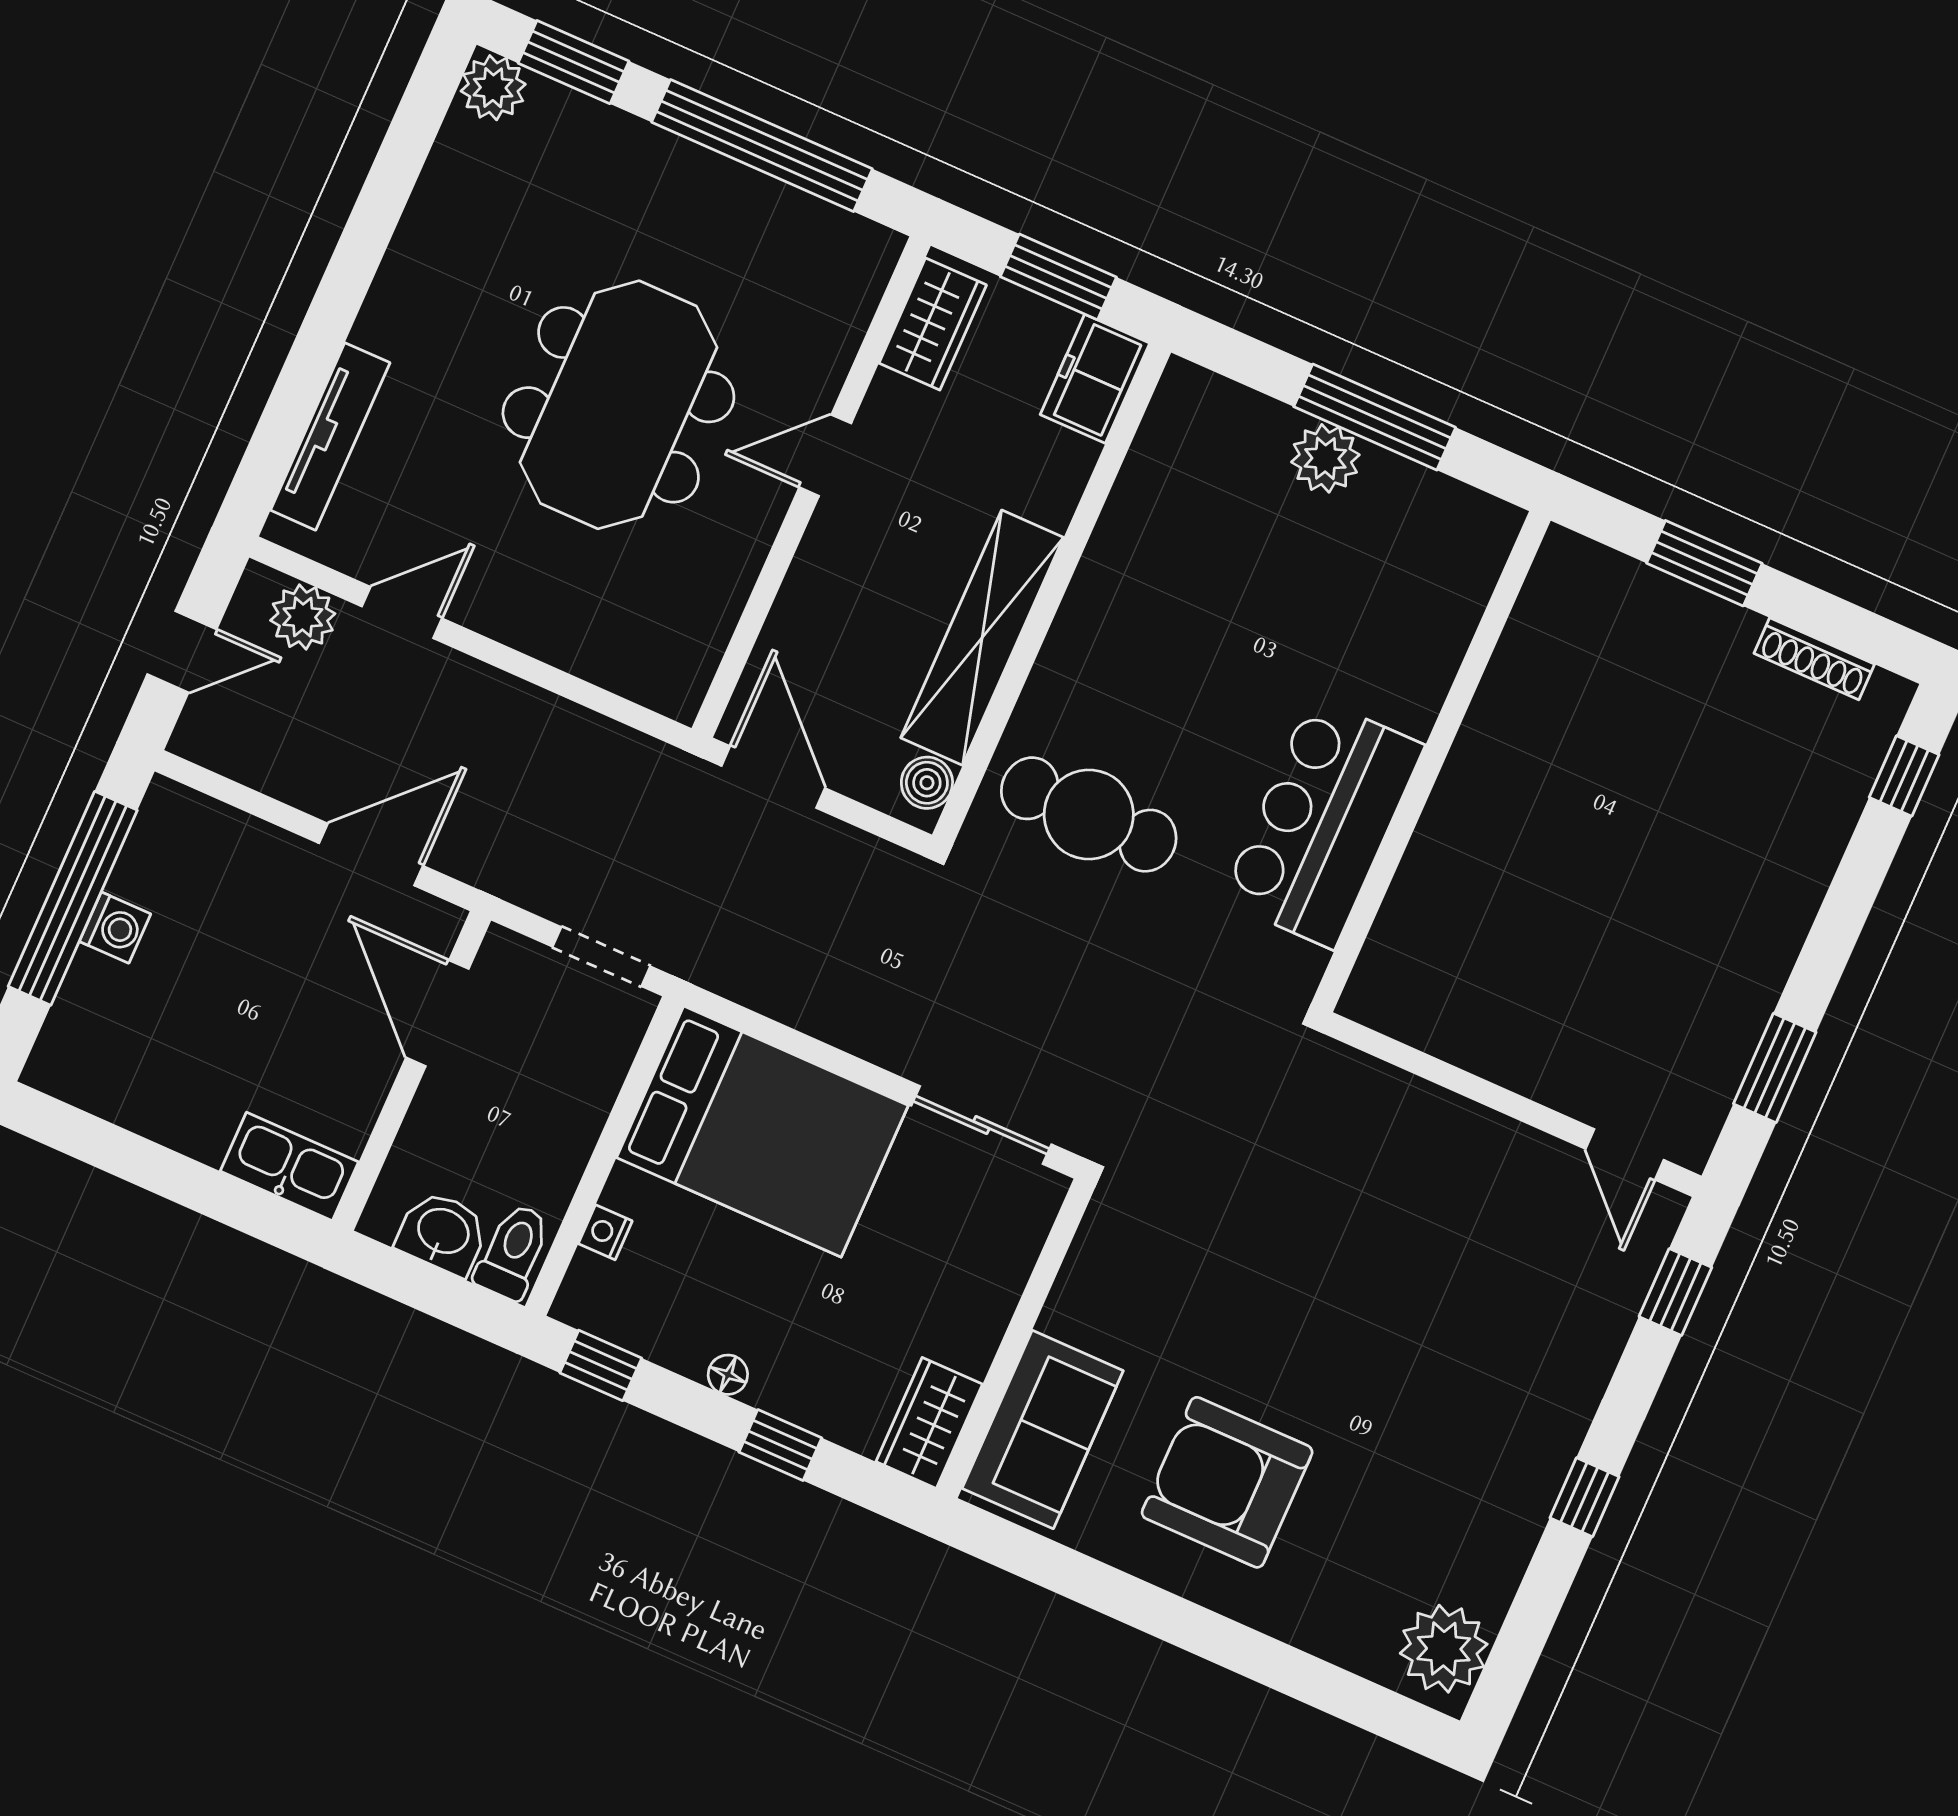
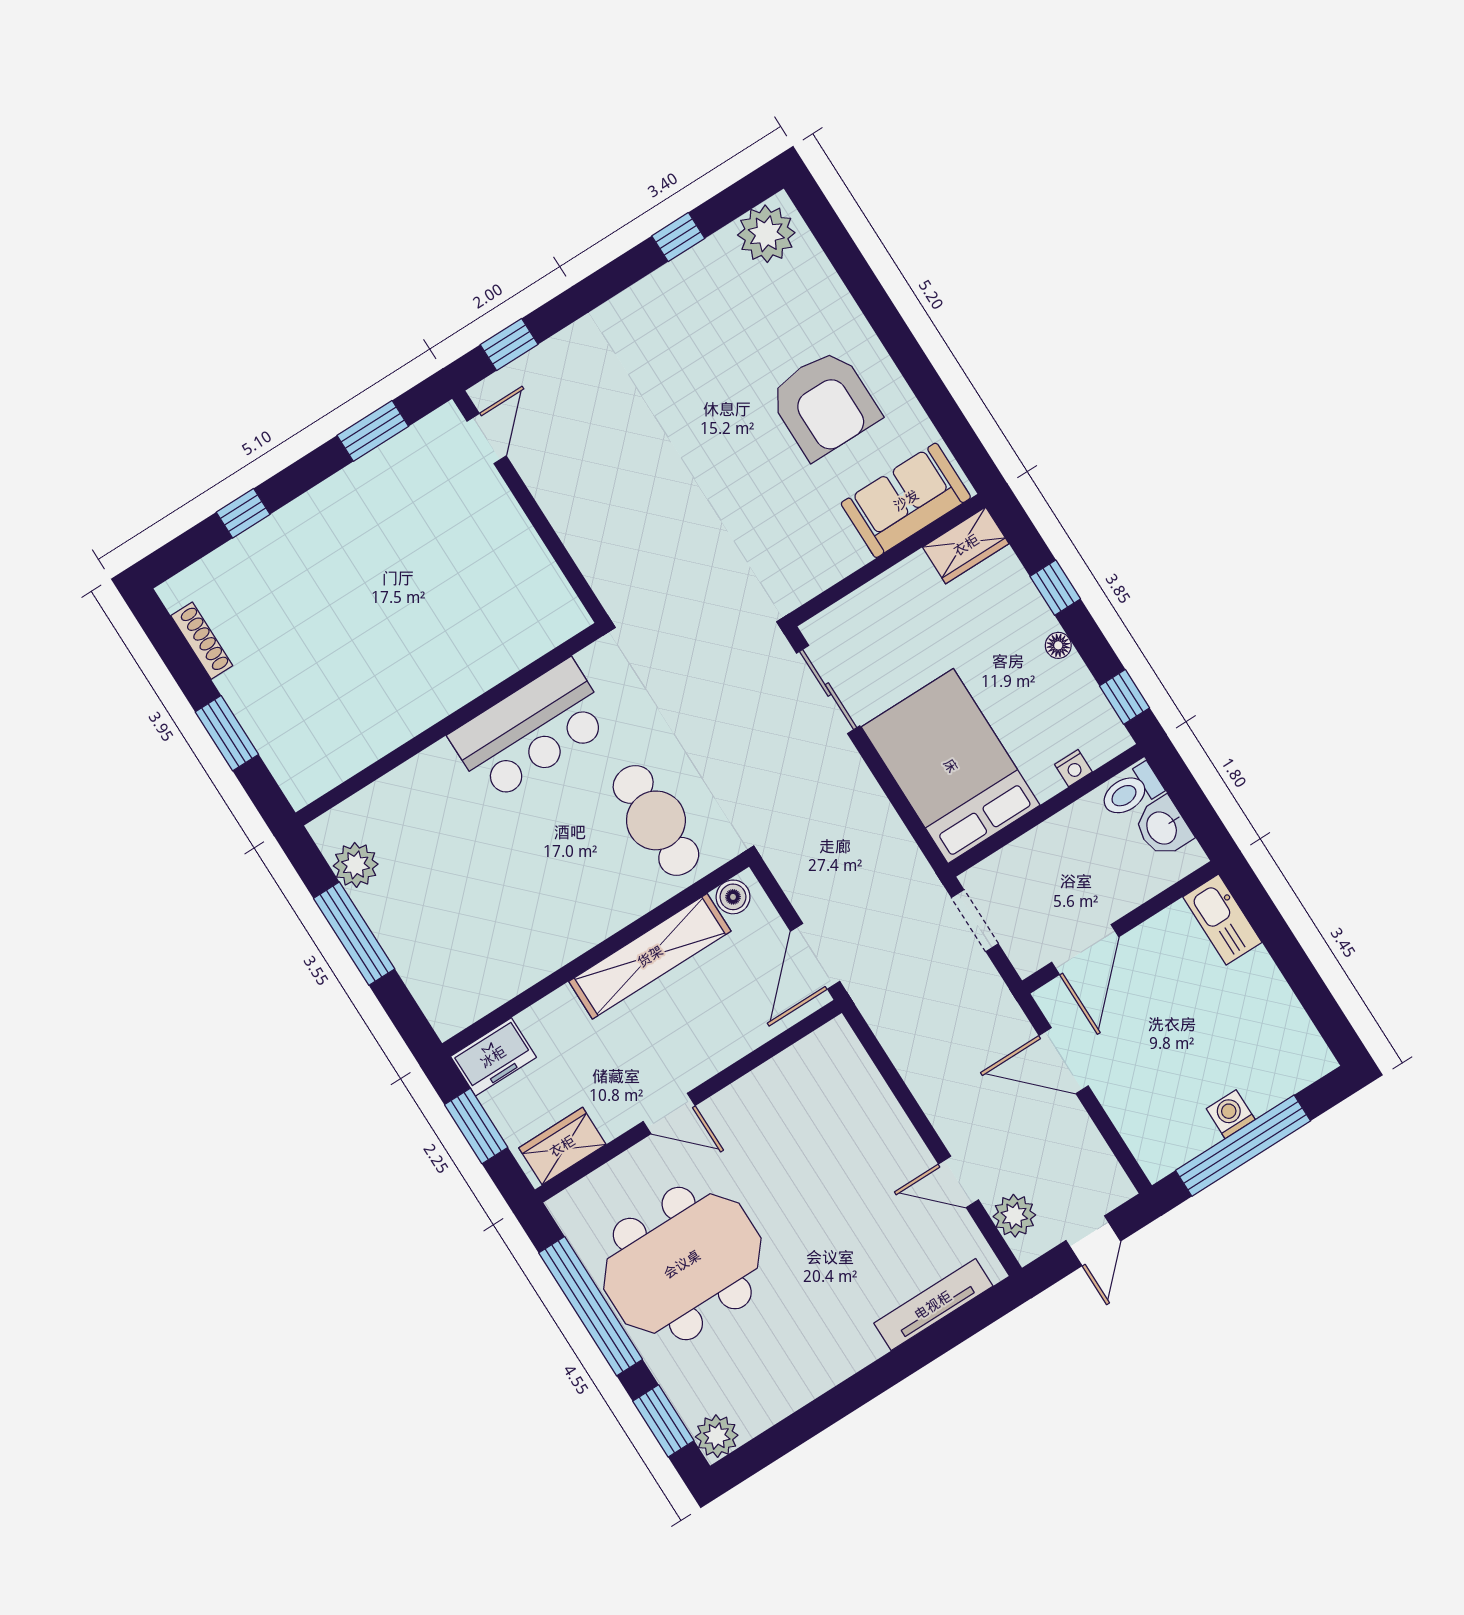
meeting table: (618, 405) -> (682, 1264), moved
plant: (1325, 458) -> (356, 865), moved
door: (182, 652) -> (1093, 1241), swing flipped
window: (1904, 776) -> (243, 513), moved
window: (1584, 1497) -> (678, 237), moved

